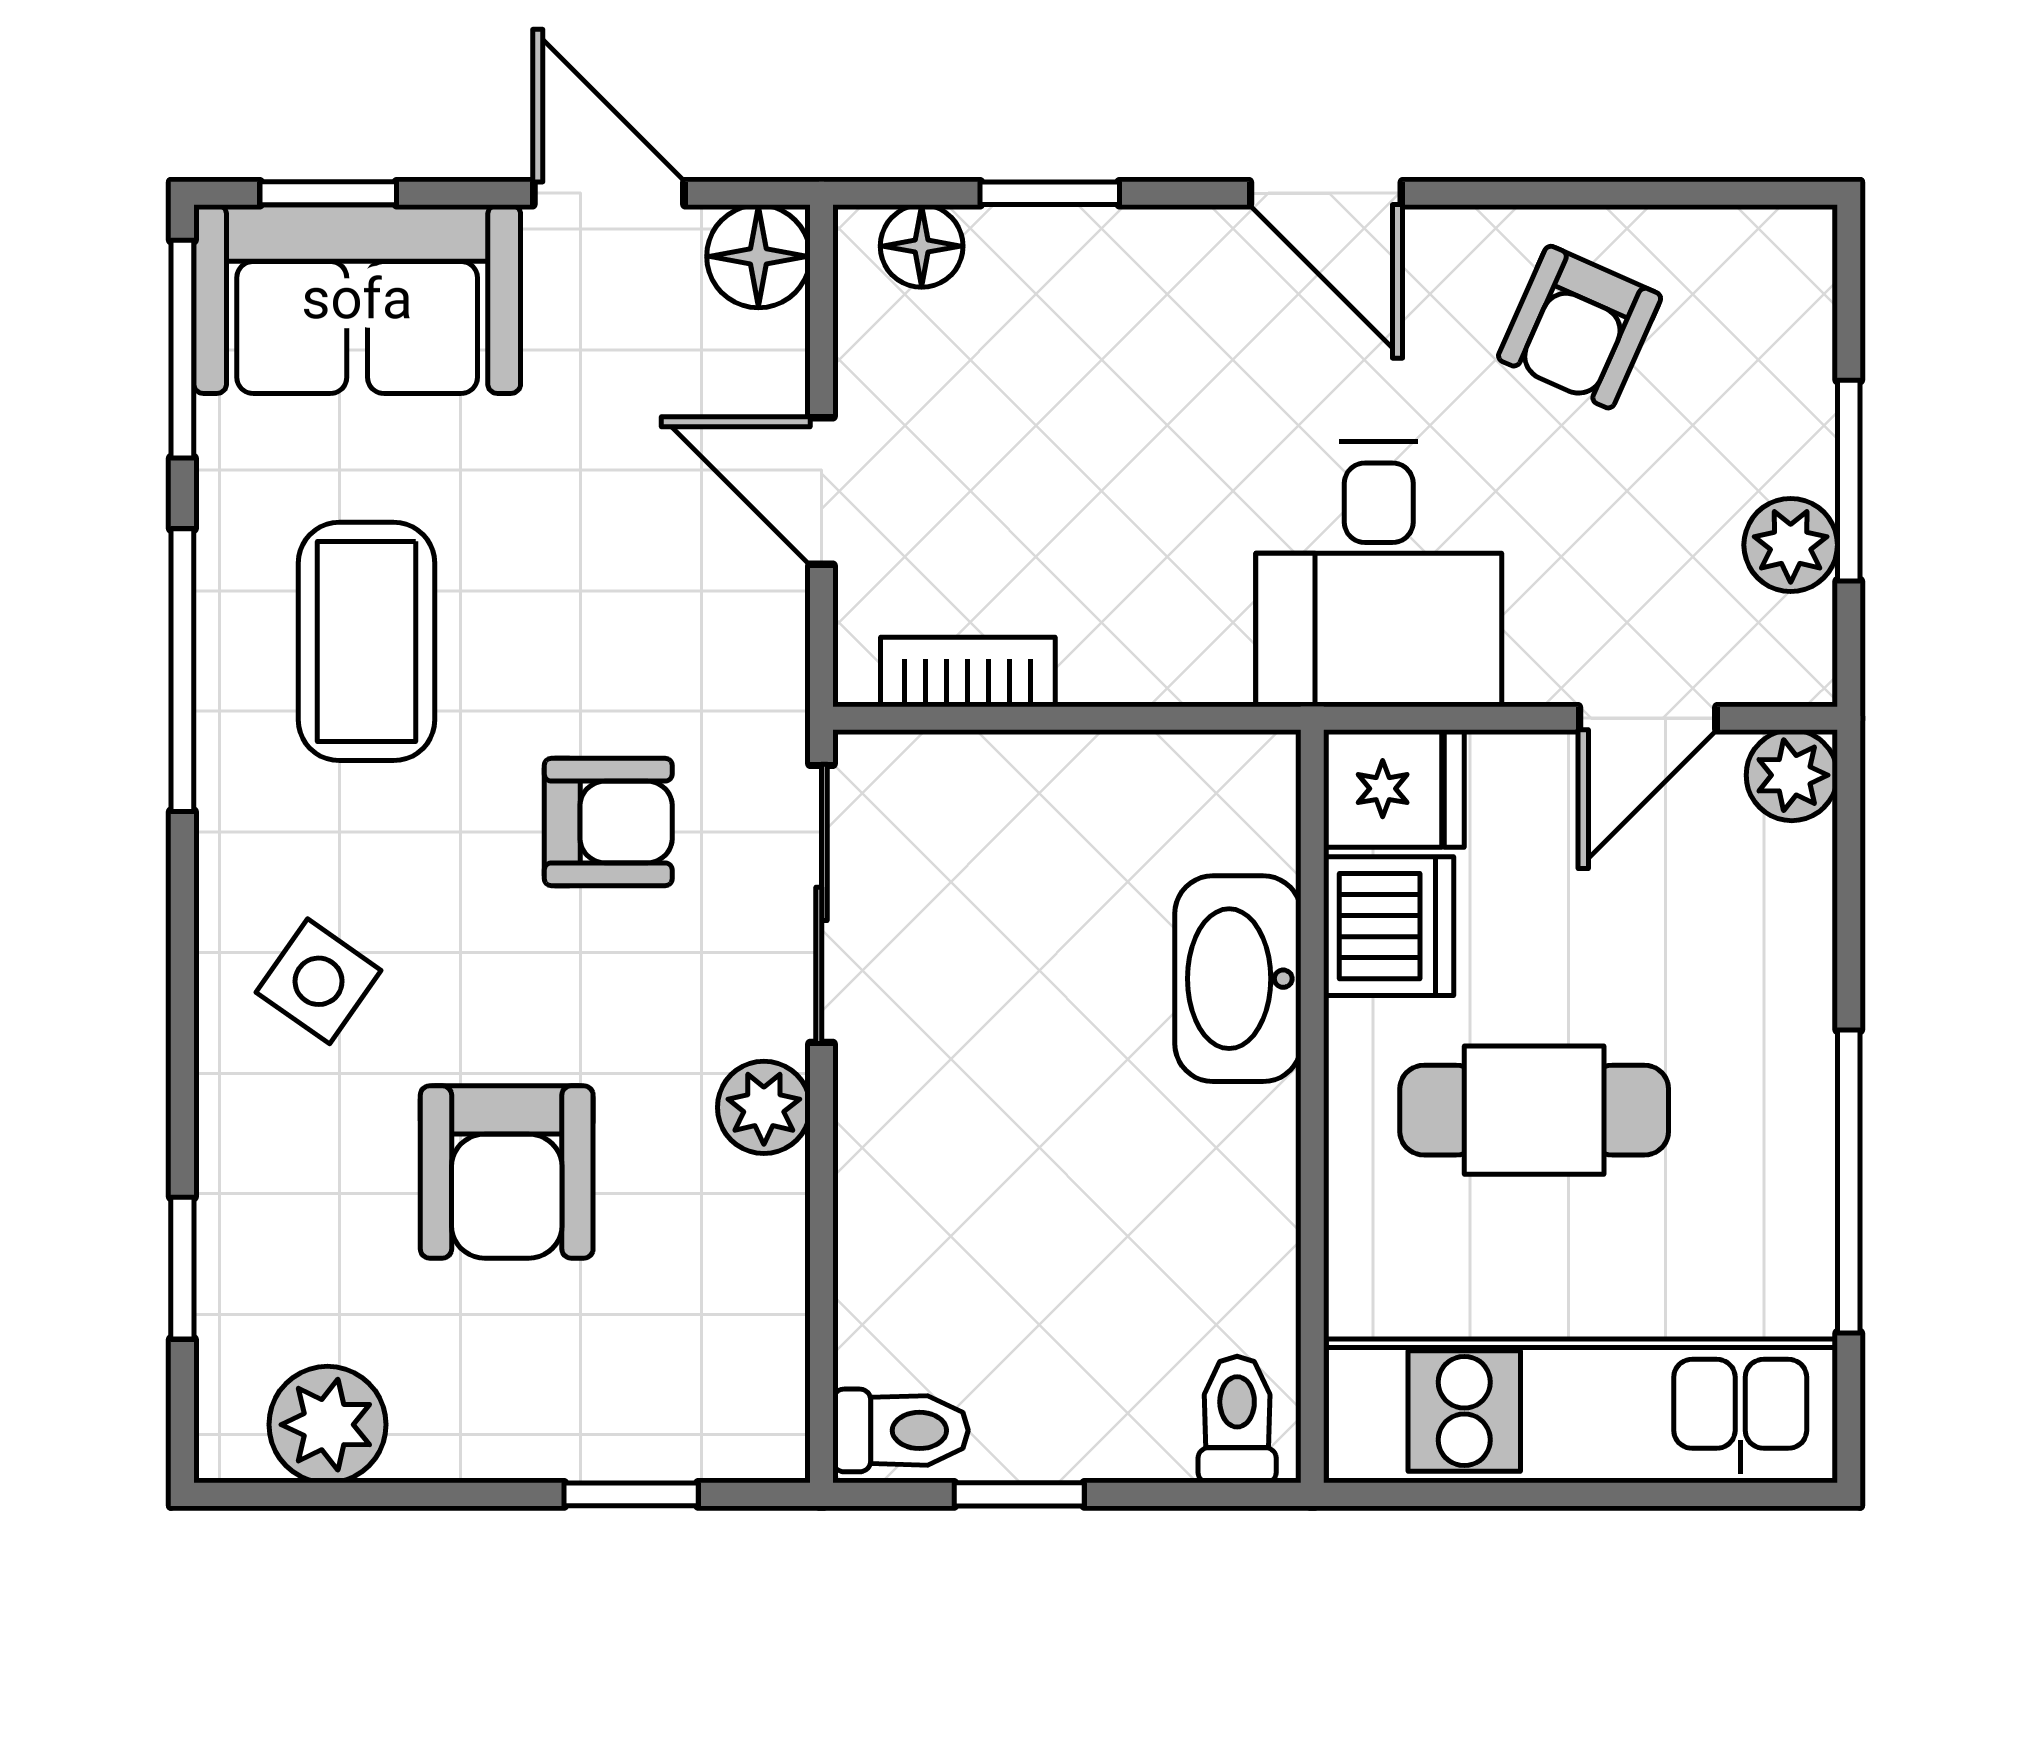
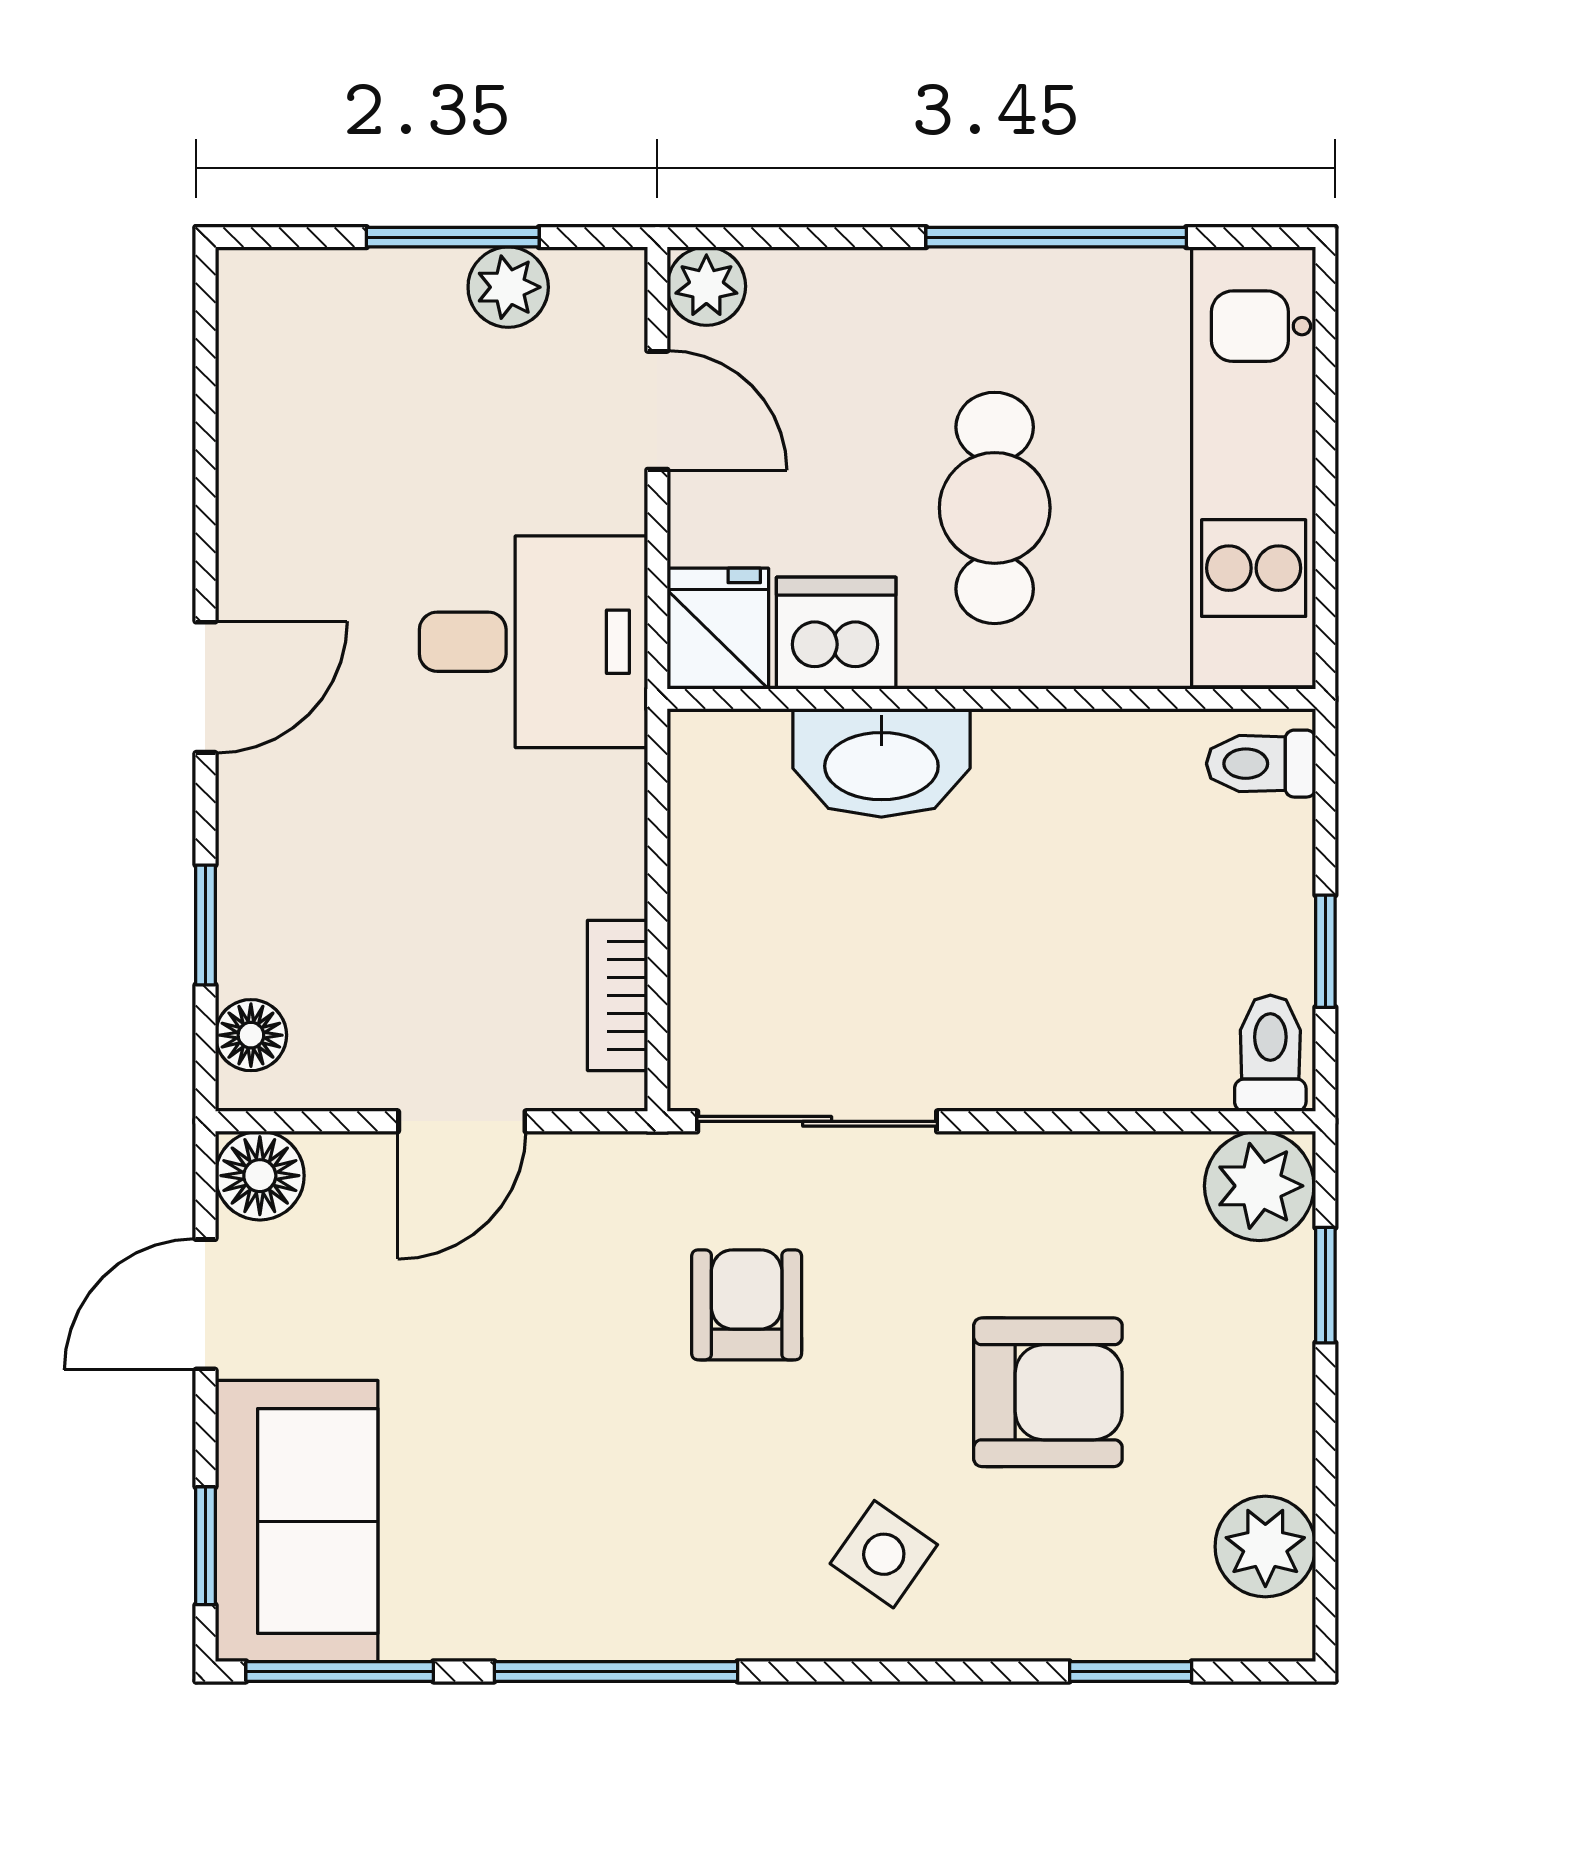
armchair: (1580, 327) -> (321, 469), removed
coffee table: (366, 641) -> (591, 1513), removed
plant: (764, 1107) -> (1259, 1186), moved, width x1.38, depth x1.38

